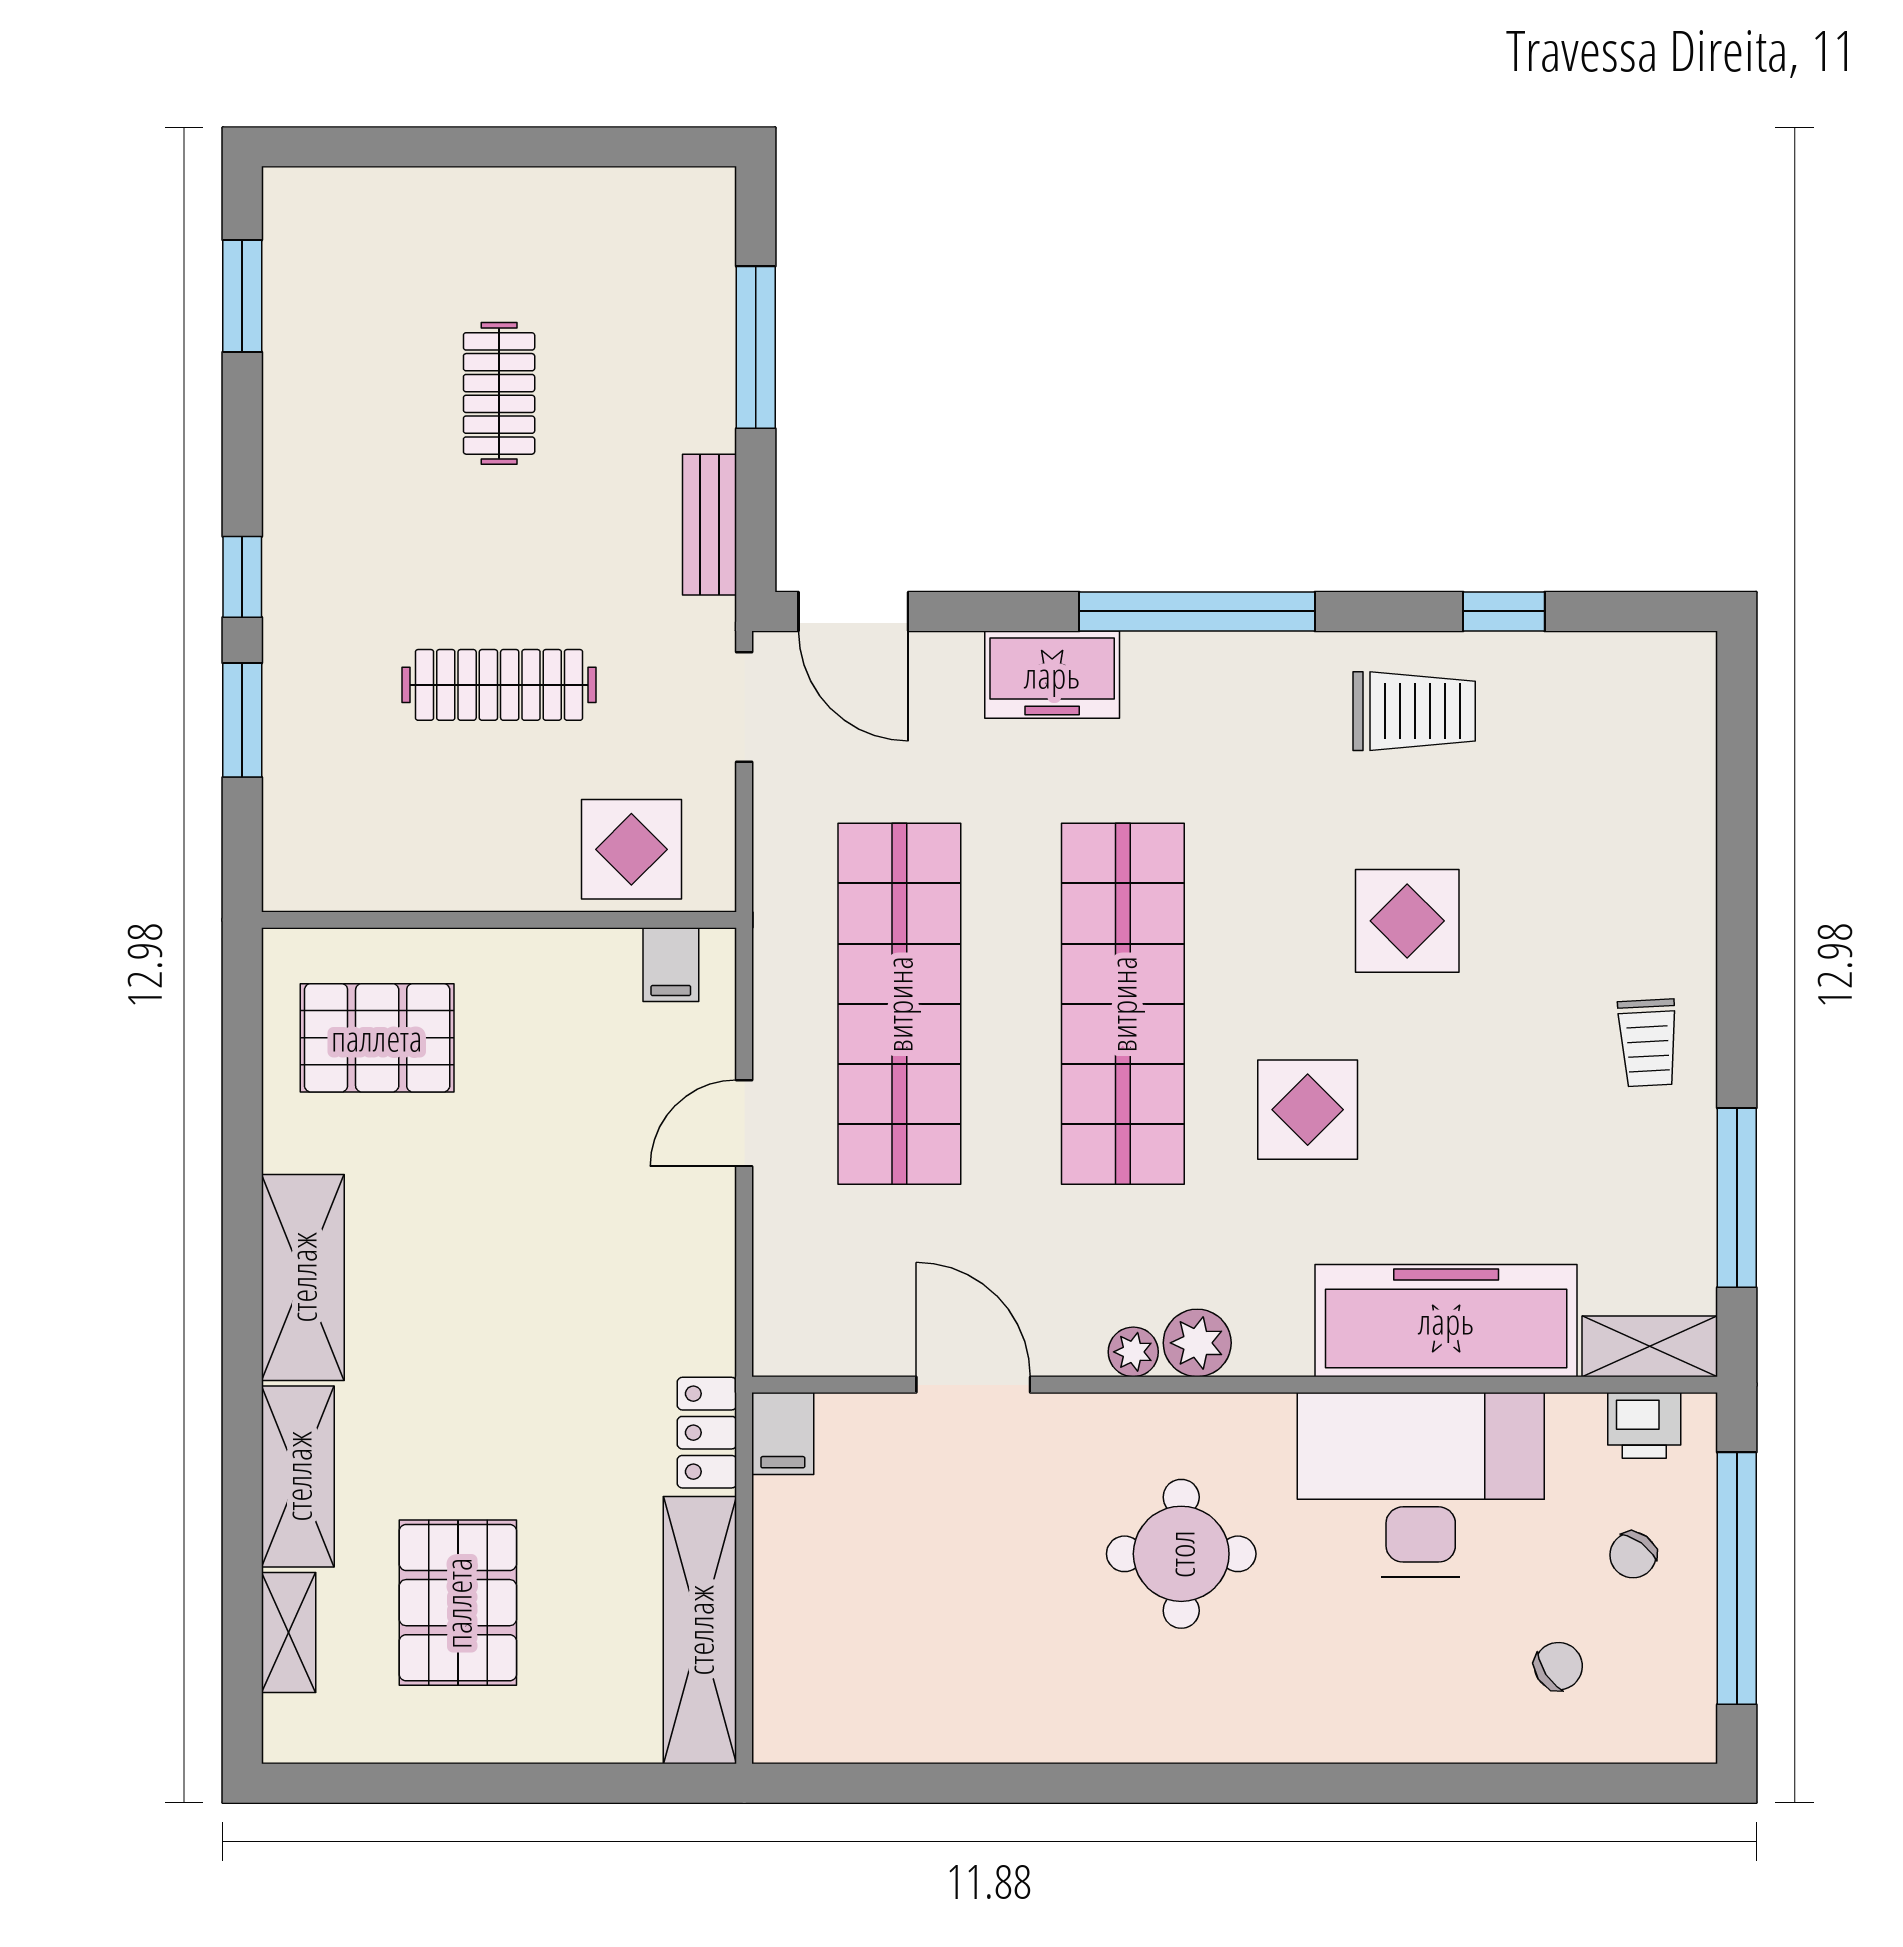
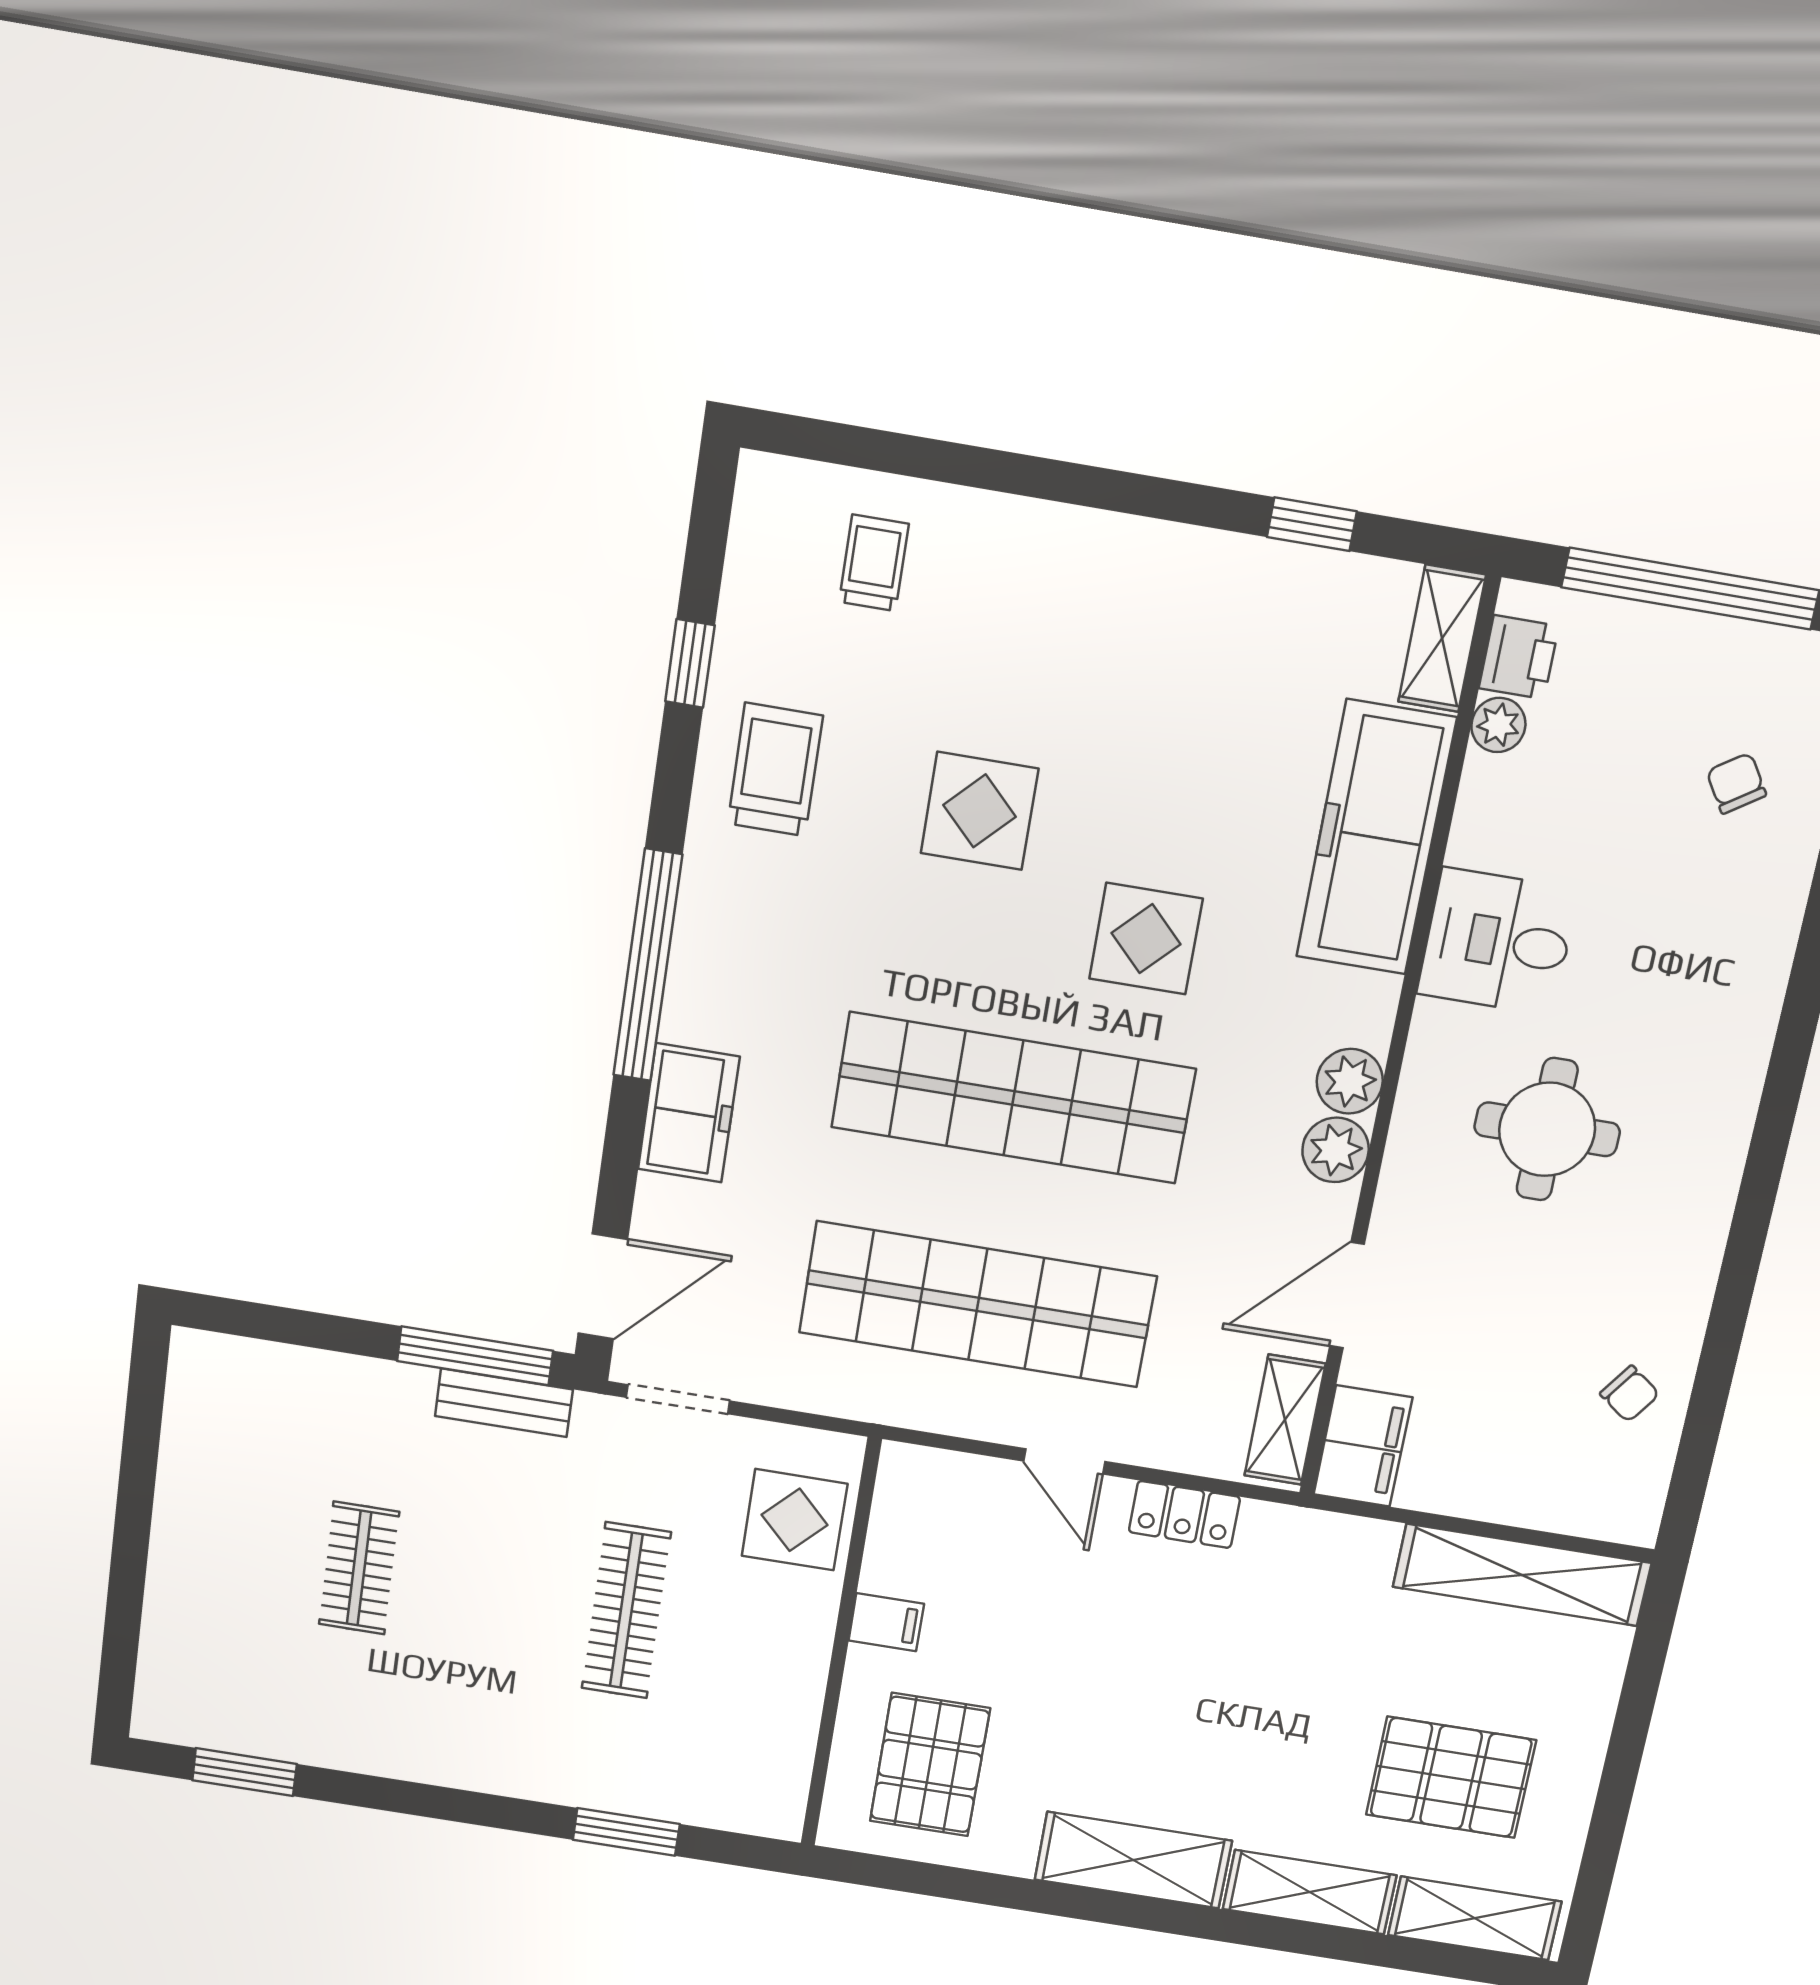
window: (756, 347) -> (475, 1356), moved
clothes rail: (499, 393) -> (359, 1568), turned 90
window: (242, 577) -> (498, 1812), removed
filing cabinet: (671, 965) -> (886, 1622), moved
trolley: (1648, 1043) -> (874, 563), moved, turned -87
window: (1737, 1198) -> (1312, 524), width x0.46
shelving: (829, 1346) -> (1285, 1420), added
plant: (1133, 1352) -> (1336, 1150), width x1.38, depth x1.38
plant: (1576, 1419) -> (1498, 725), added
locker: (707, 1433) -> (1184, 1514), moved
filing cabinet: (783, 1433) -> (1363, 1446), width x2.00
desk: (1421, 1485) -> (1498, 942), width x0.53, depth x0.77
chair: (1633, 1555) -> (1630, 1394), moved
shelving: (289, 1633) -> (1475, 1918), width x1.50, depth x1.33

